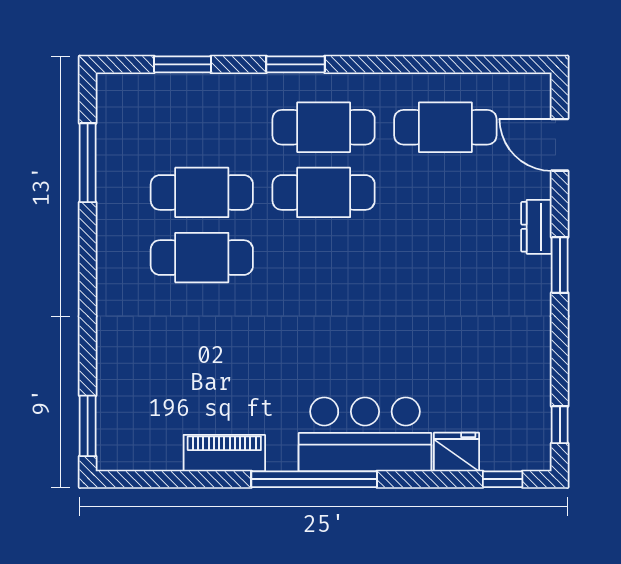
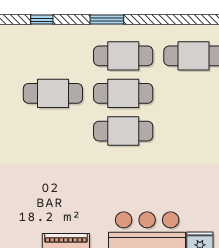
window: (183, 64) -> (42, 20), width x0.67
cafe table: (202, 258) -> (123, 131), moved

